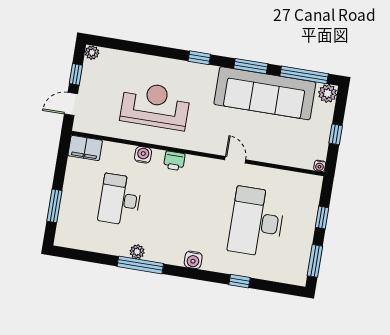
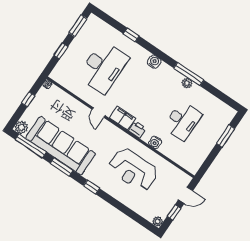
filing cabinet: (85, 148) -> (122, 118), moved

